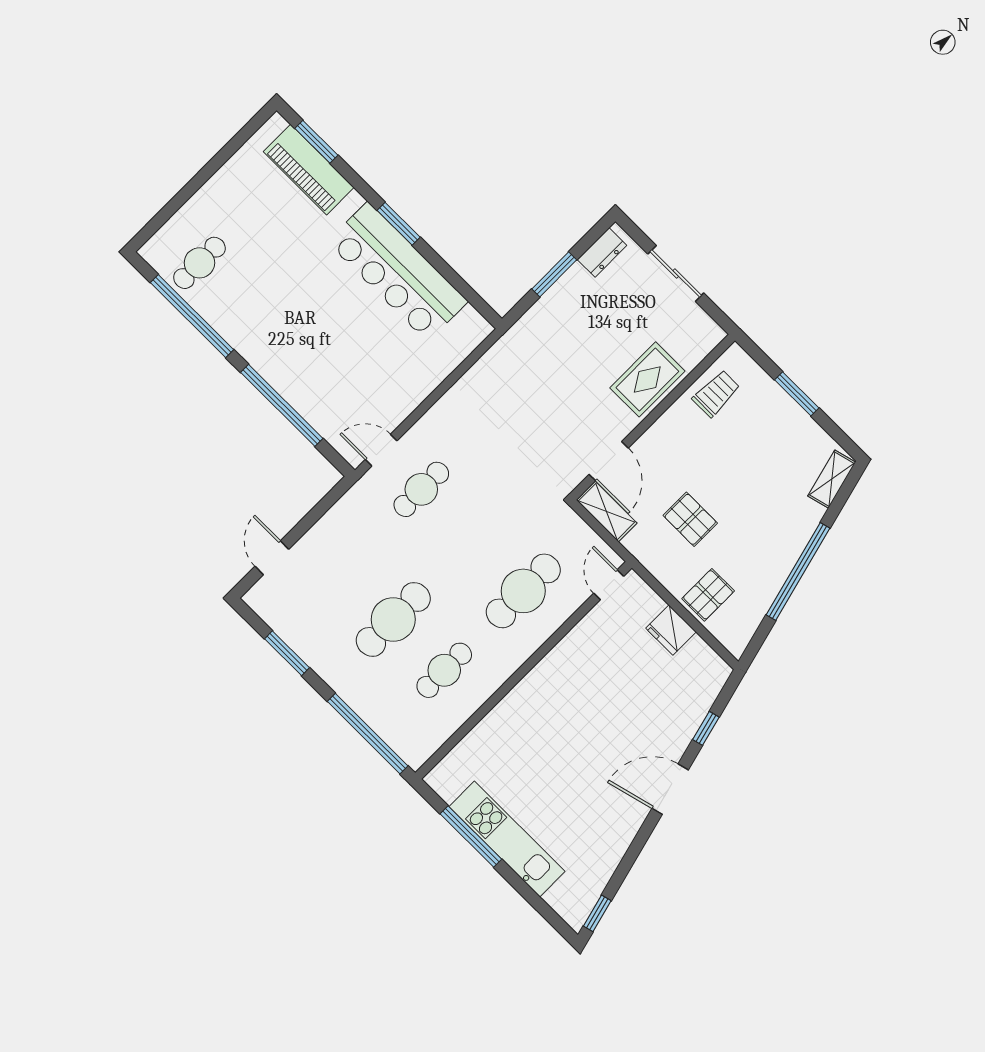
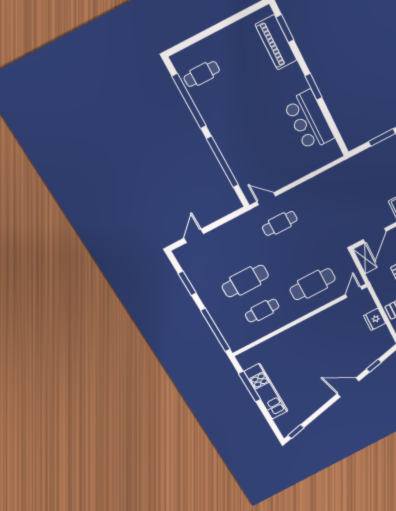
bar counter: (398, 272) -> (309, 121), width x0.73

